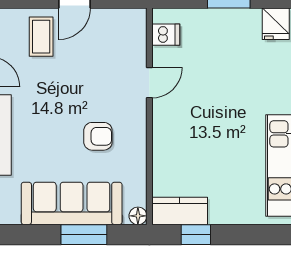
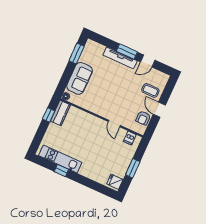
armchair: (98, 136) -> (143, 118), moved
sofa: (72, 203) -> (80, 78), width x0.73
window: (84, 235) -> (77, 53), moved

